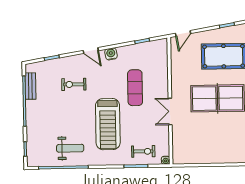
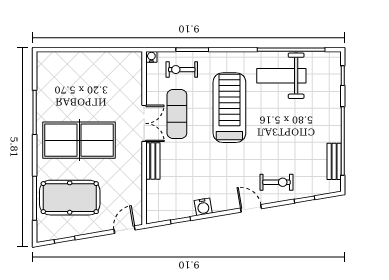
water cooler: (111, 54) -> (203, 207), moved
exercise bike: (74, 84) -> (277, 182), moved
bench: (163, 84) -> (153, 161), added
exercise mat: (135, 88) -> (177, 114), moved
weight bench: (70, 148) -> (281, 76), width x1.36, depth x1.33

